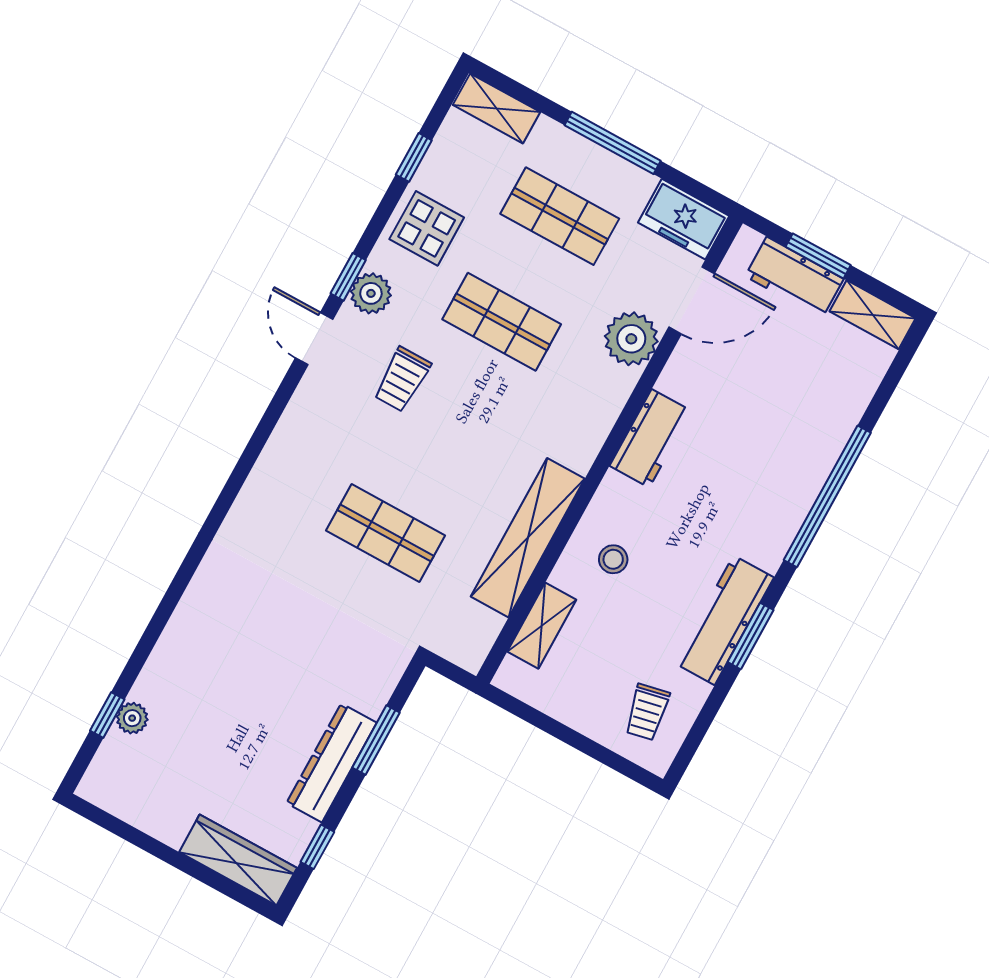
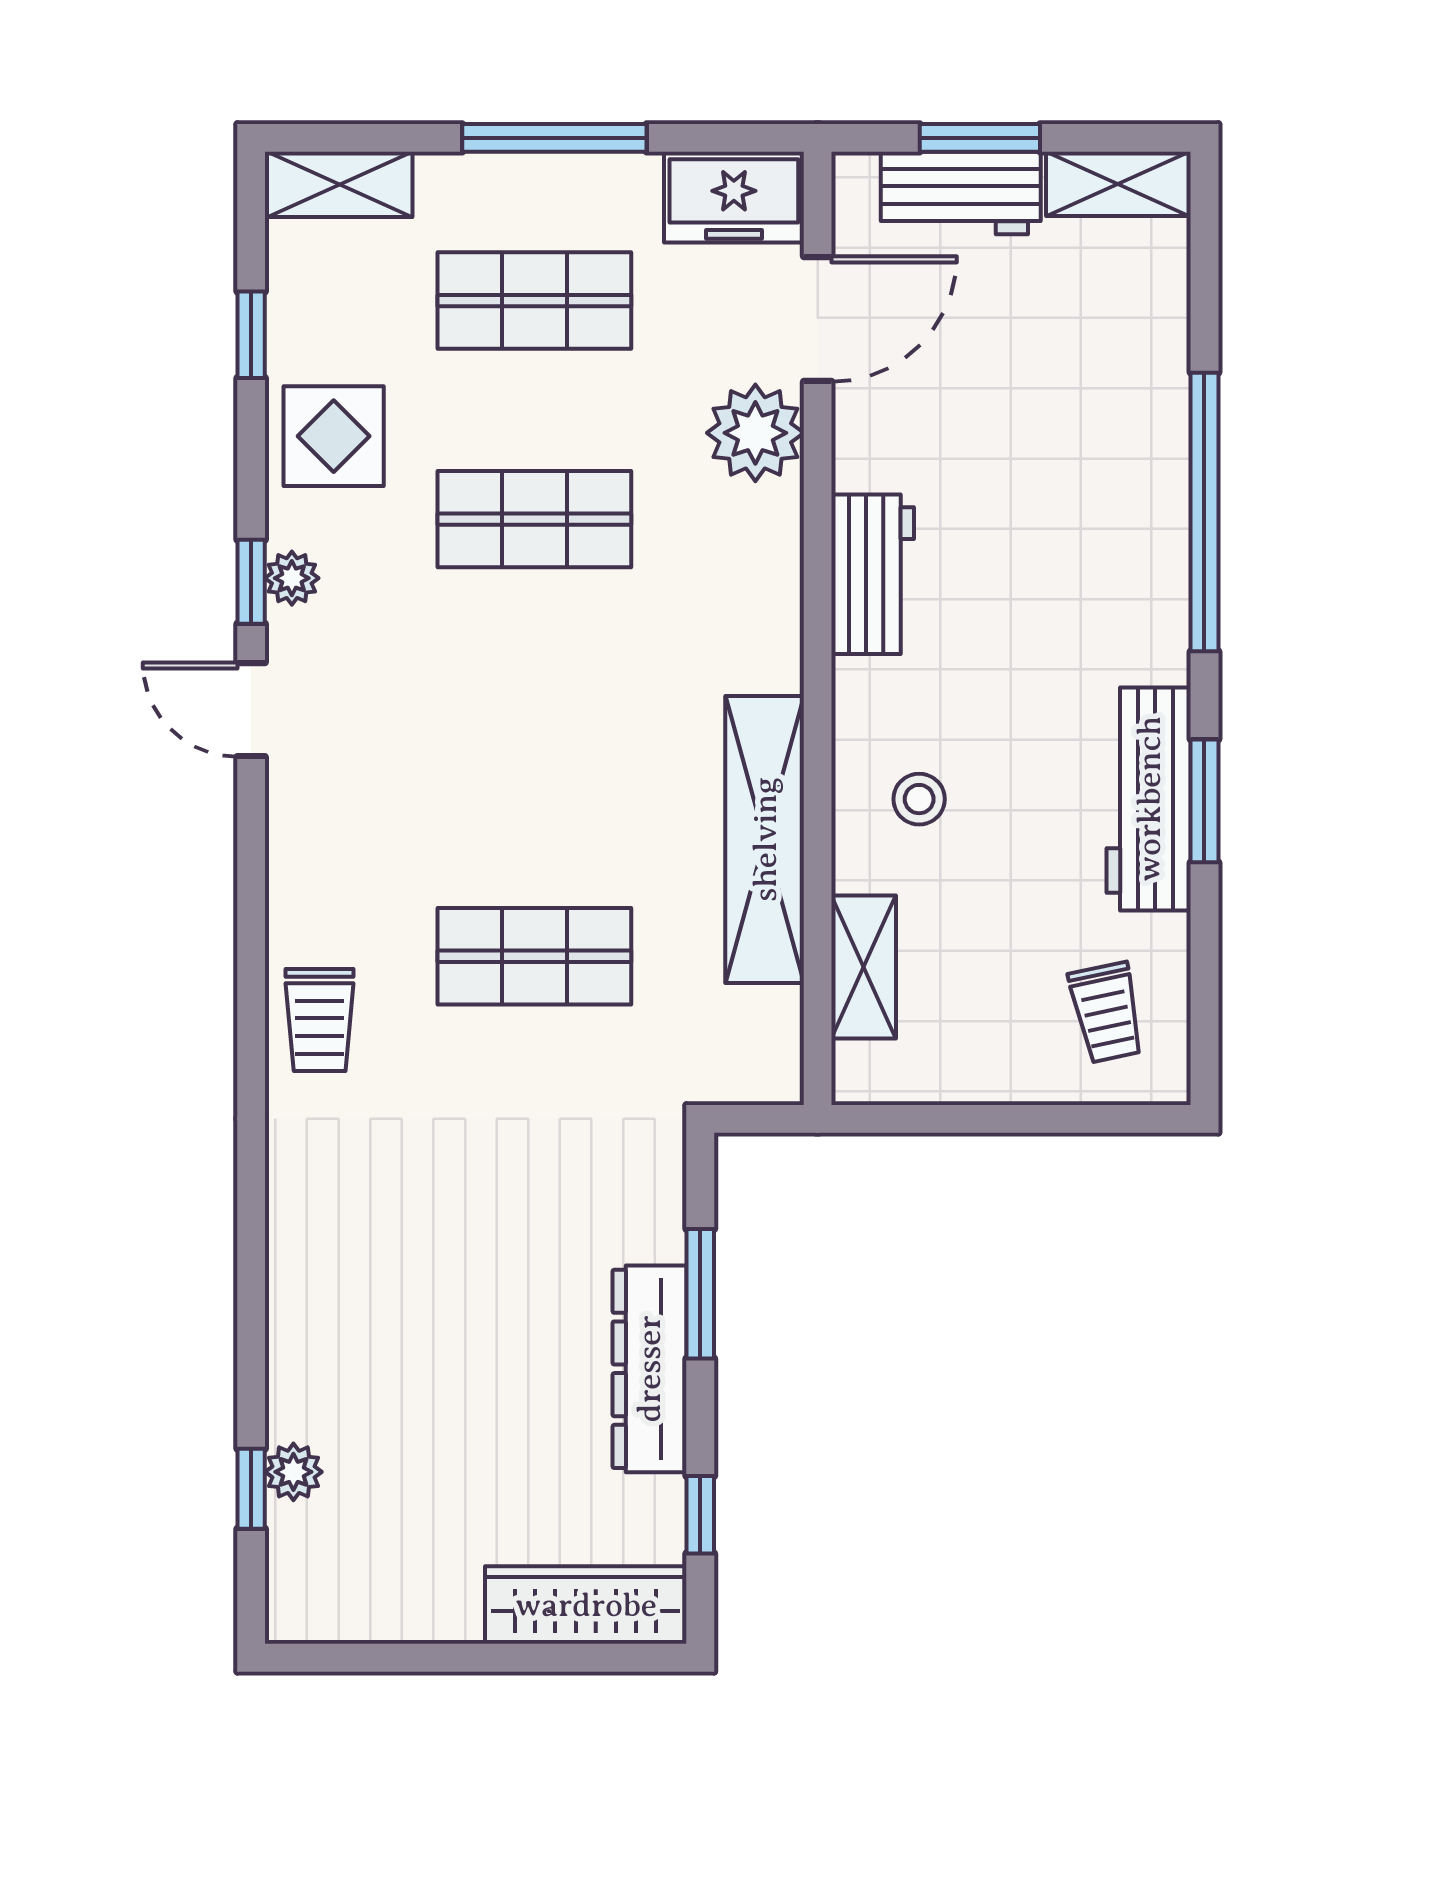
plant: (371, 293) -> (292, 578), width x0.73, depth x0.73
trolley: (402, 379) -> (320, 1020), moved

